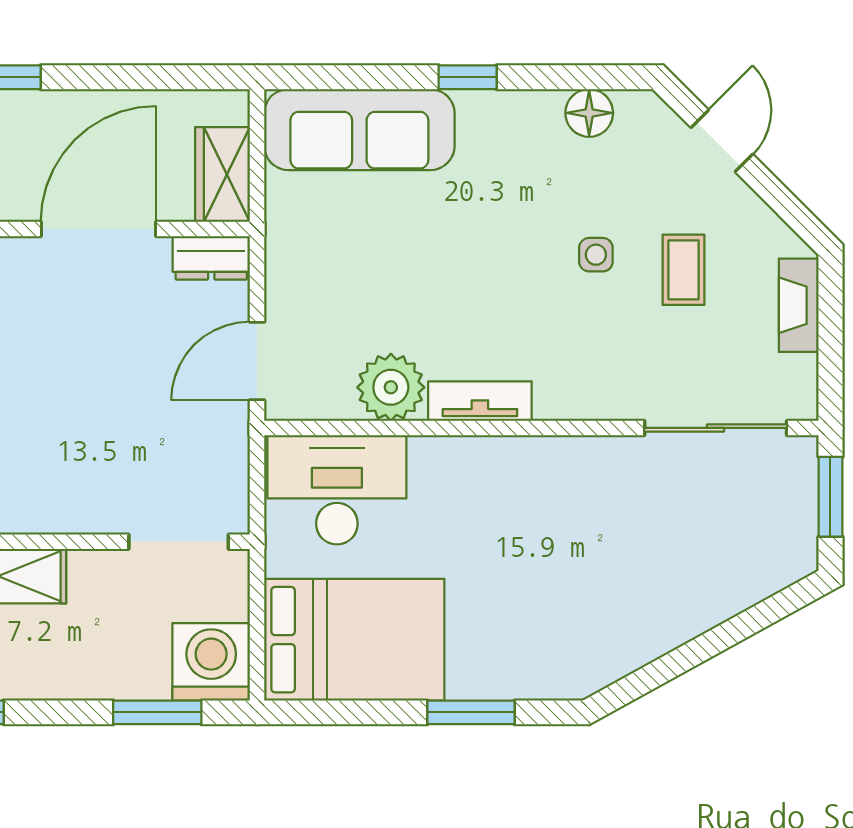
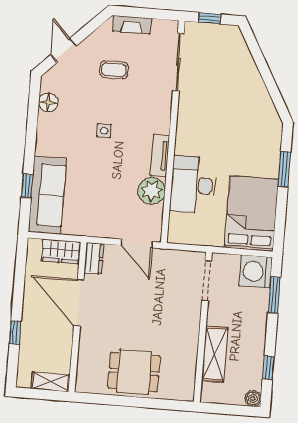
window: (468, 77) -> (27, 186), moved
door: (722, 141) -> (64, 50), hinge flipped
side table: (596, 255) -> (104, 131), moved
desk: (337, 490) -> (193, 185), moved
window: (830, 497) -> (210, 18), width x0.67

